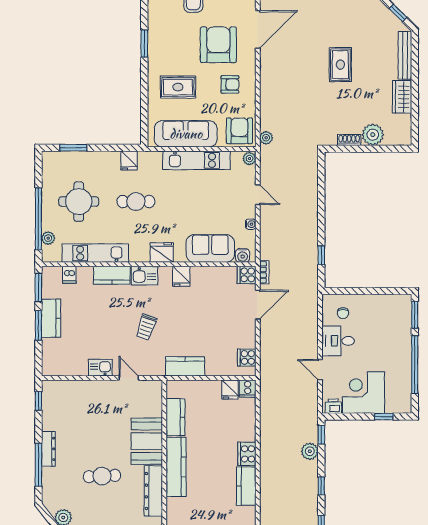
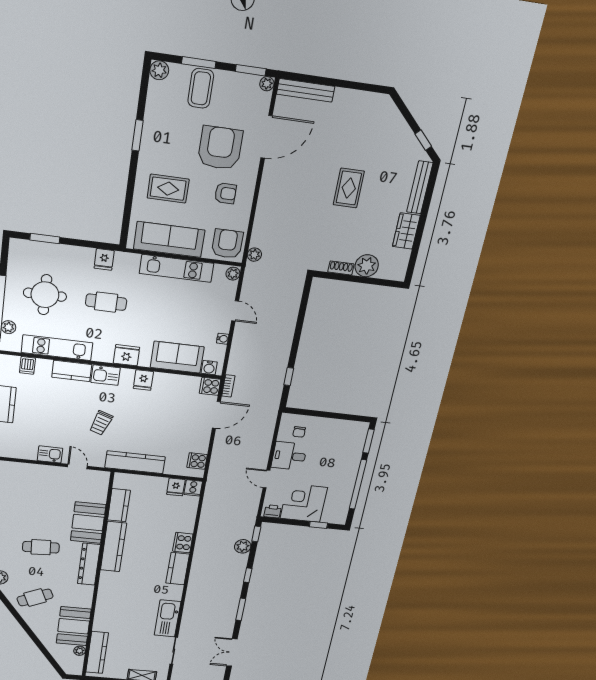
kitchen counter: (185, 366) -> (135, 462), width x1.50

